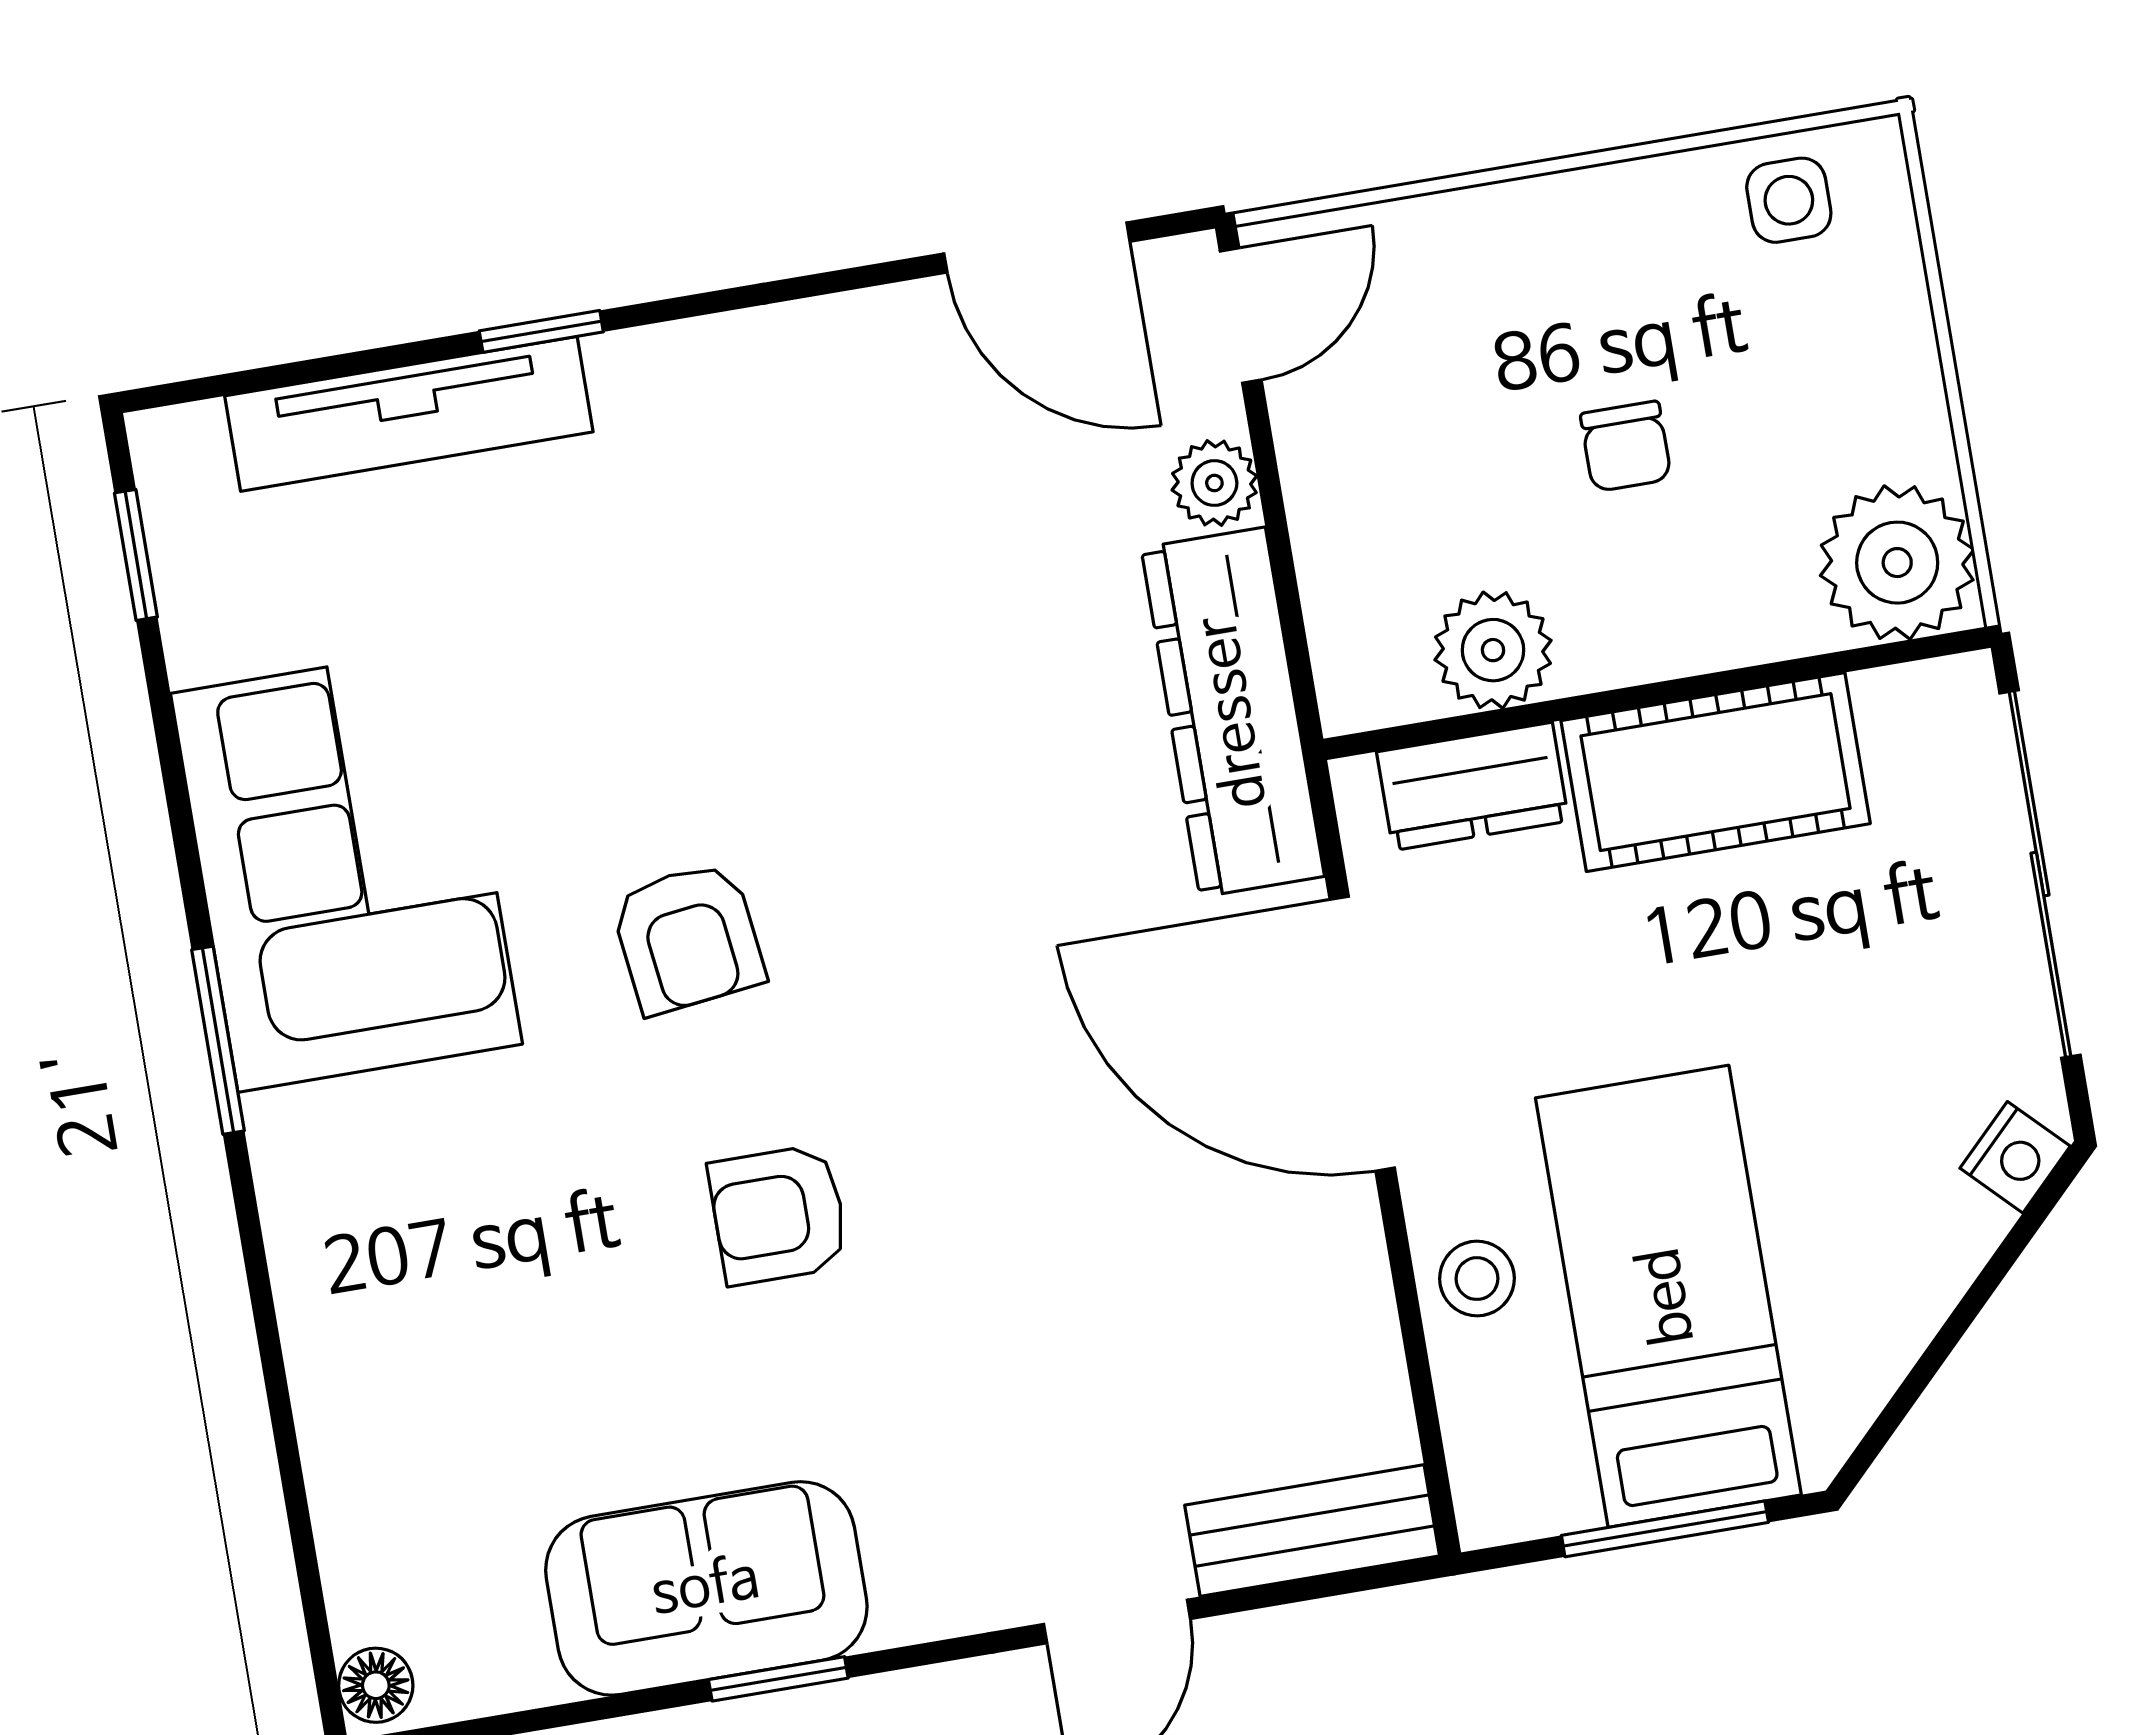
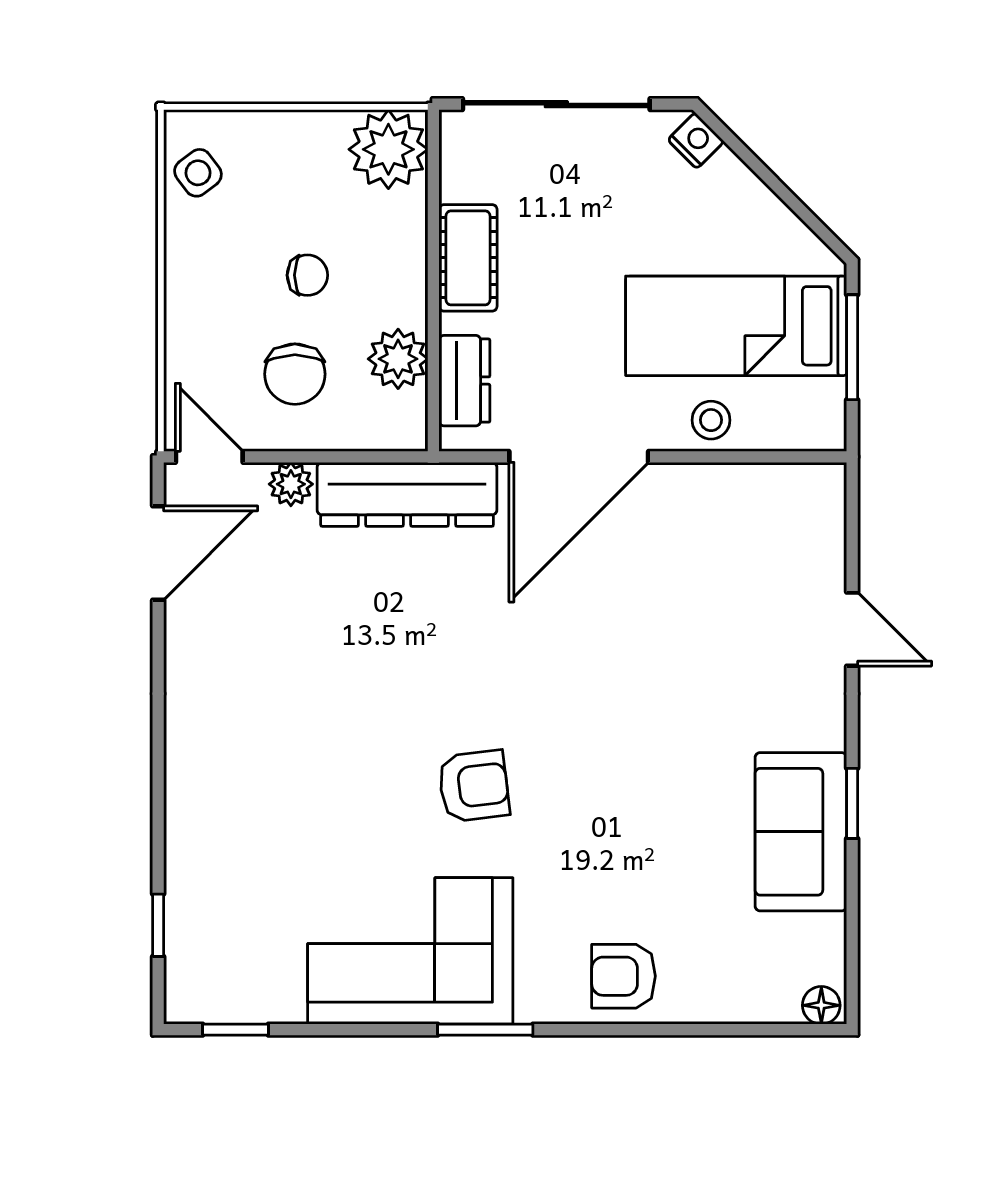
side table: (1789, 200) -> (198, 173), turned -37
window: (541, 331) -> (158, 925), moved
tv unit: (409, 414) -> (188, 881), removed
chair: (1430, 455) -> (295, 374), added
cot: (1716, 772) -> (468, 258), width x0.73, depth x0.75
armchair: (779, 1215) -> (623, 976), moved, turned 90
bench: (1312, 1531) -> (823, 524), removed

